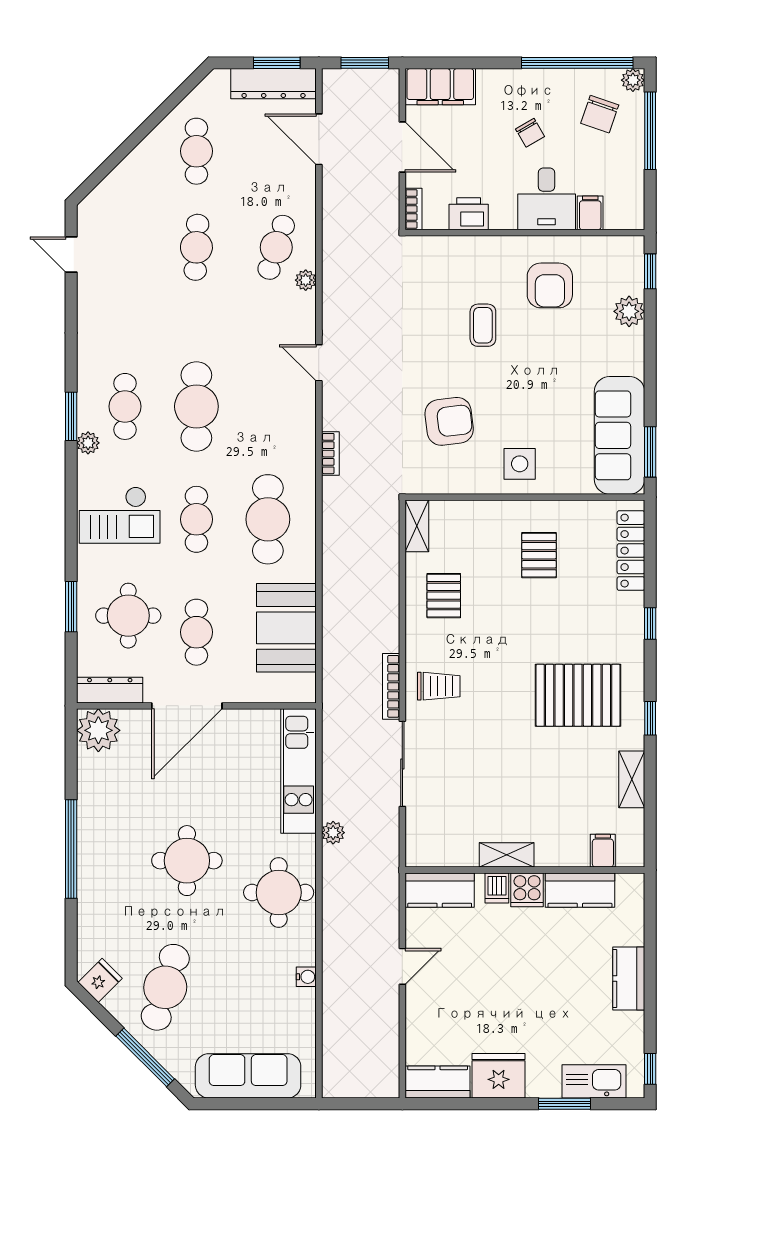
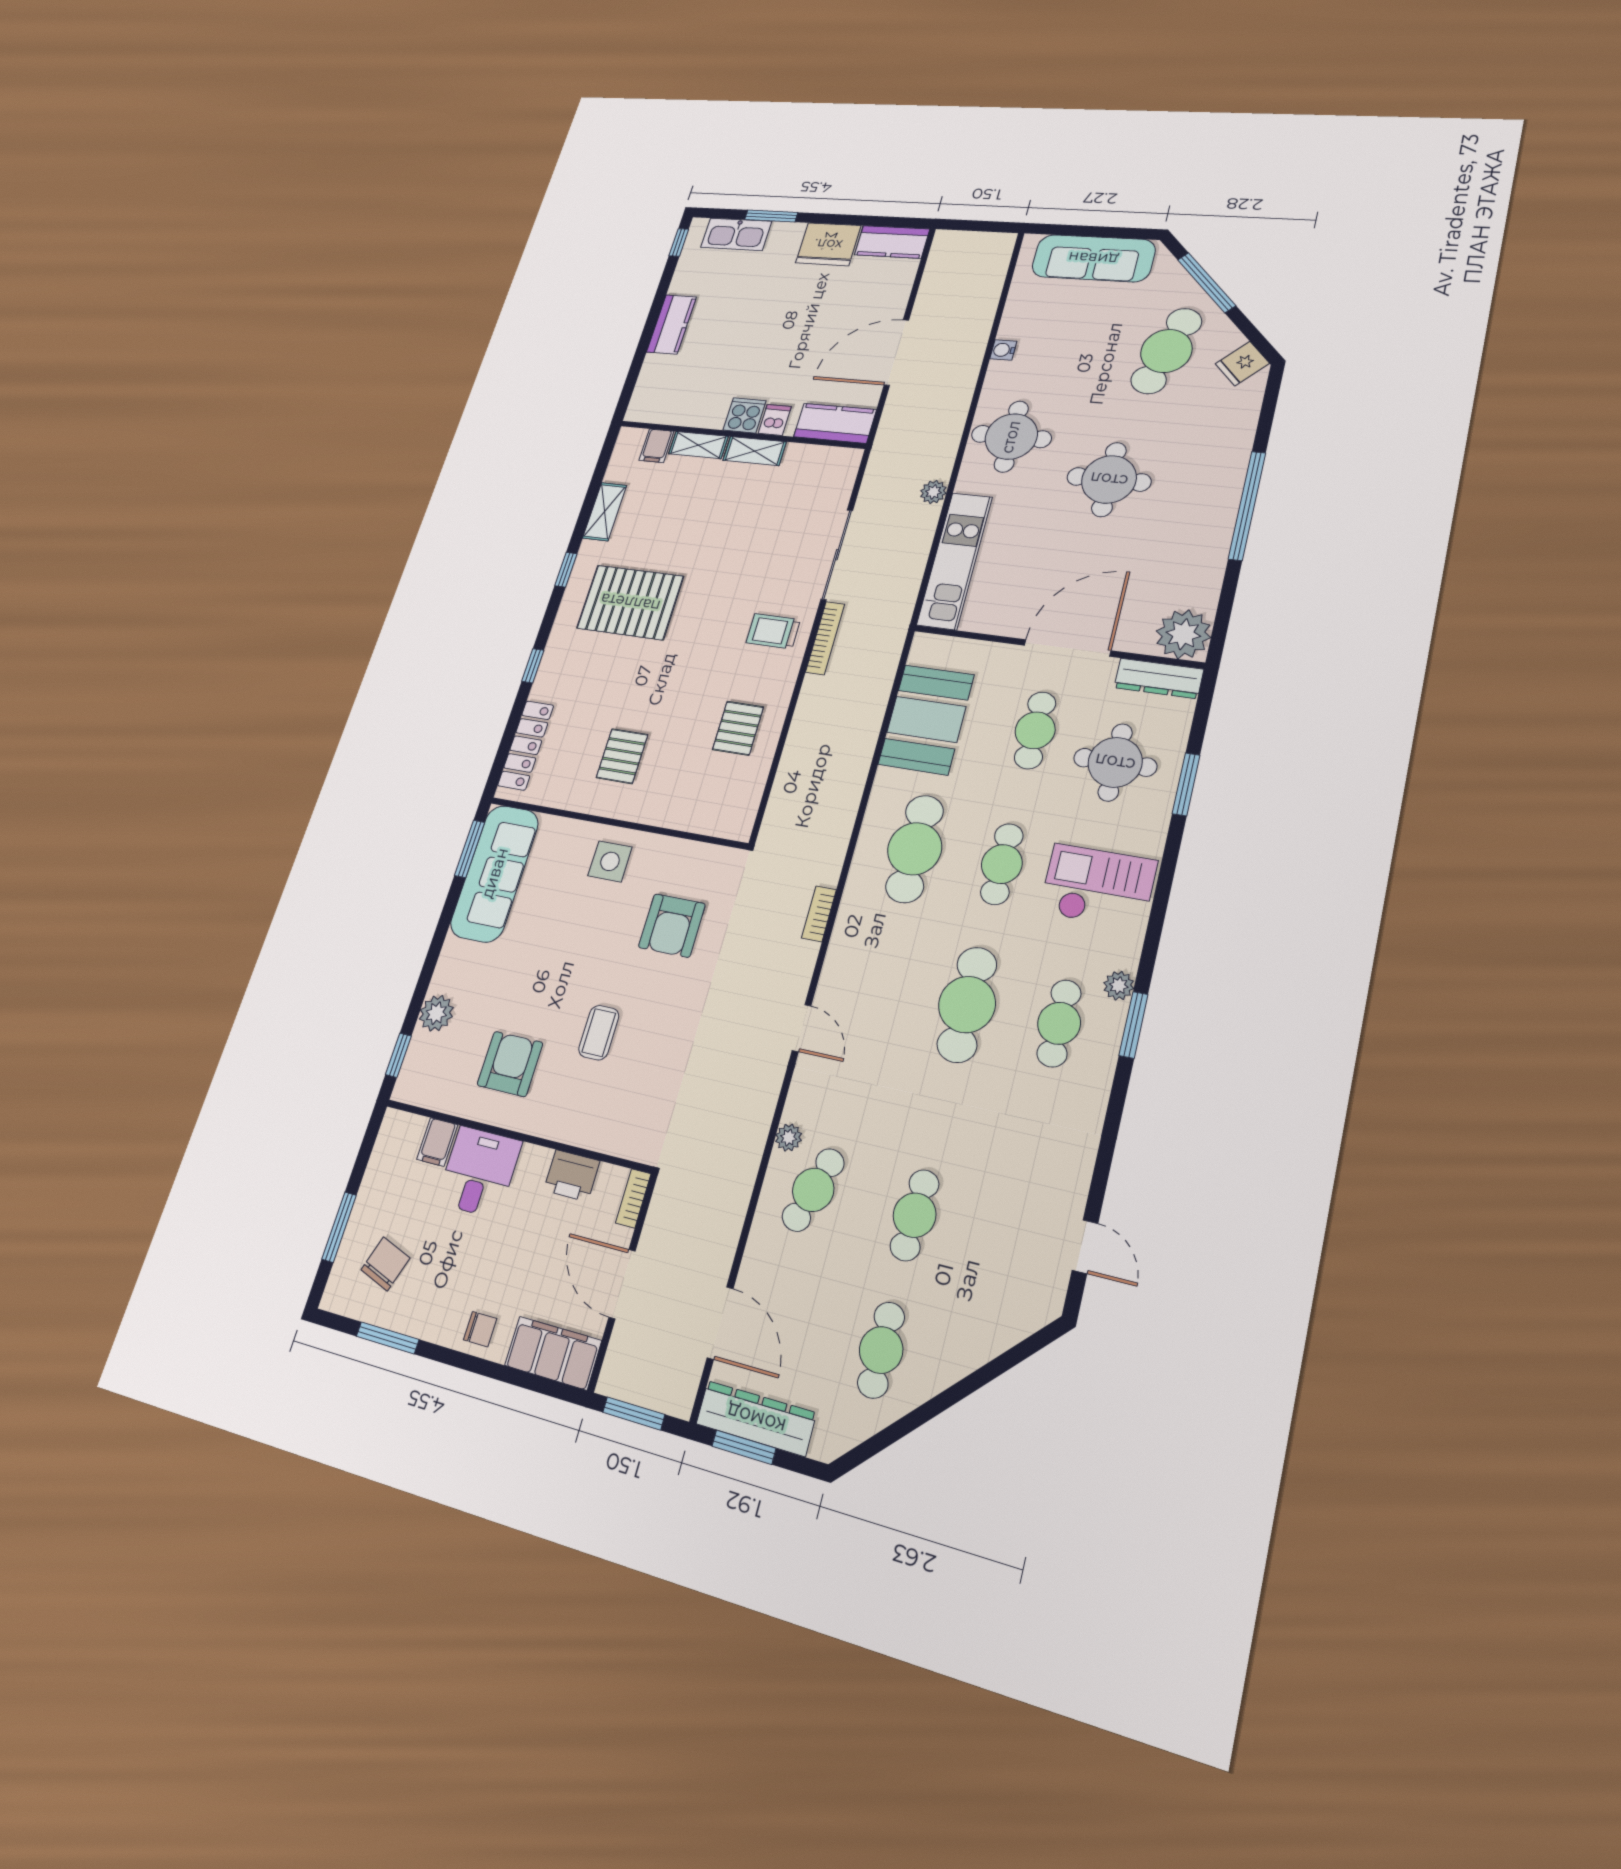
window: (577, 63) -> (388, 1338), width x0.47
plant: (633, 80) -> (335, 1297), removed
window: (650, 131) -> (339, 1227), width x0.69
chair: (530, 133) -> (480, 1329), moved, turned 120
armchair: (449, 421) -> (672, 926), turned -83
shelving: (417, 526) -> (698, 445), moved, turned 90
kitchen counter: (580, 890) -> (692, 410), removed
door: (402, 966) -> (896, 352), width x1.88

